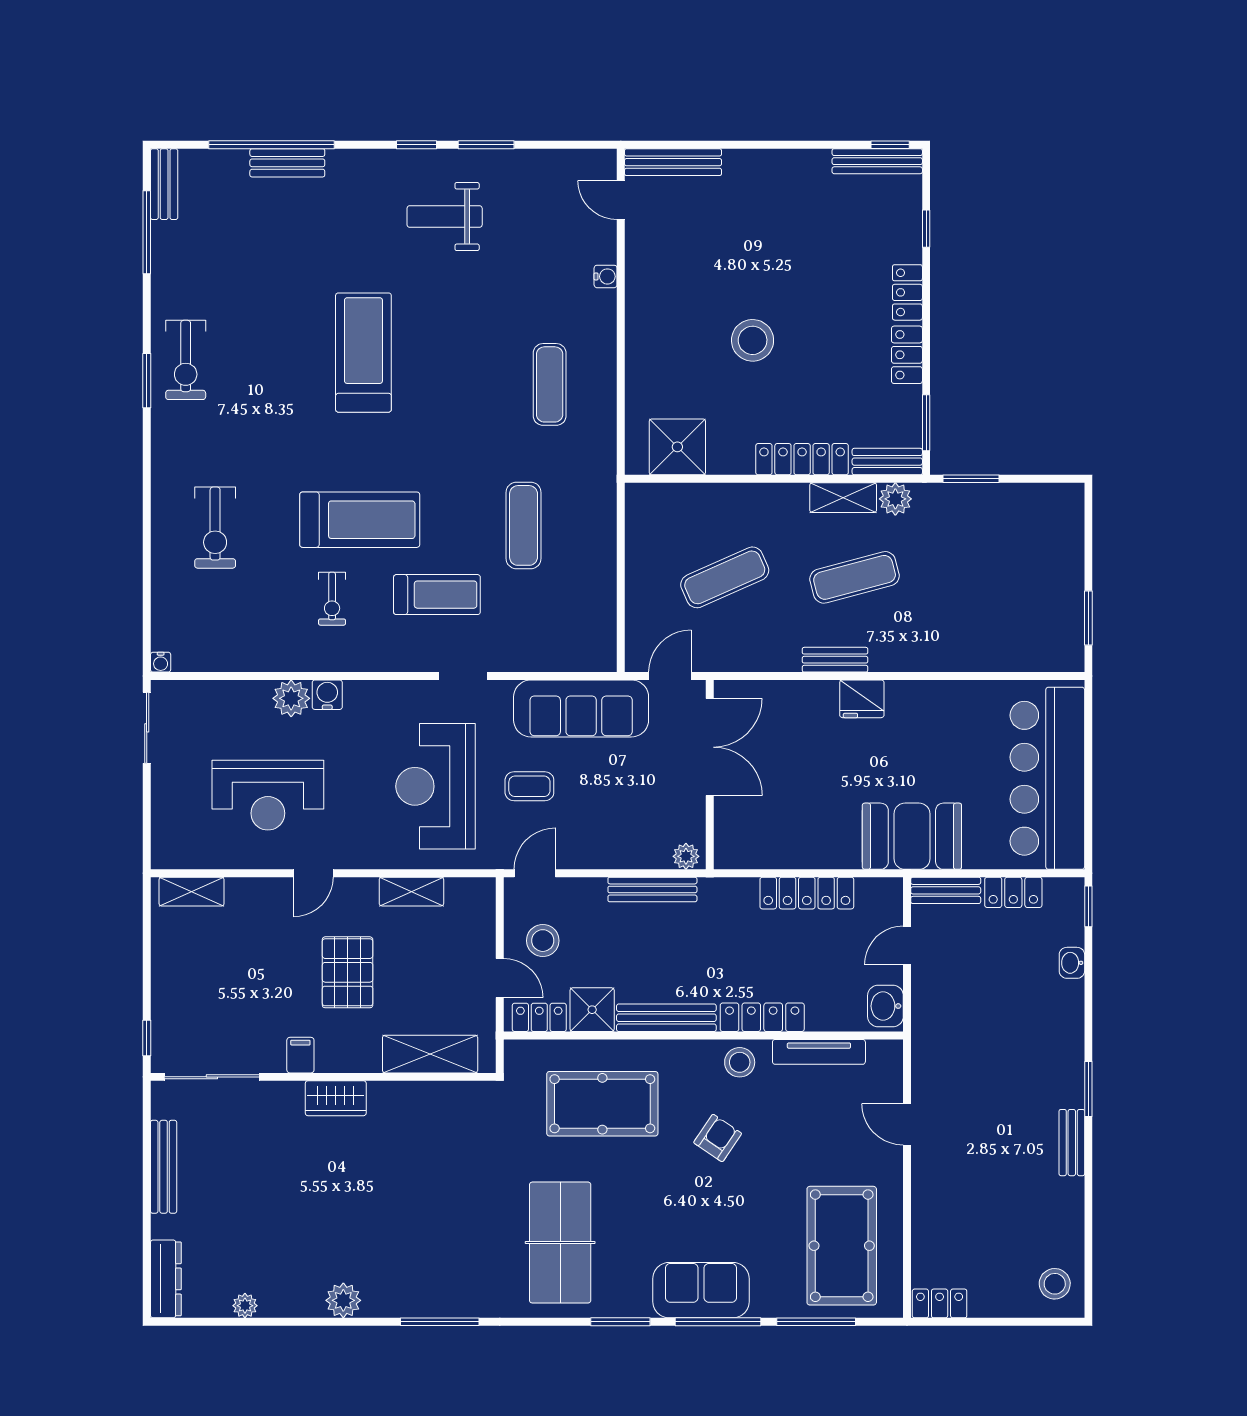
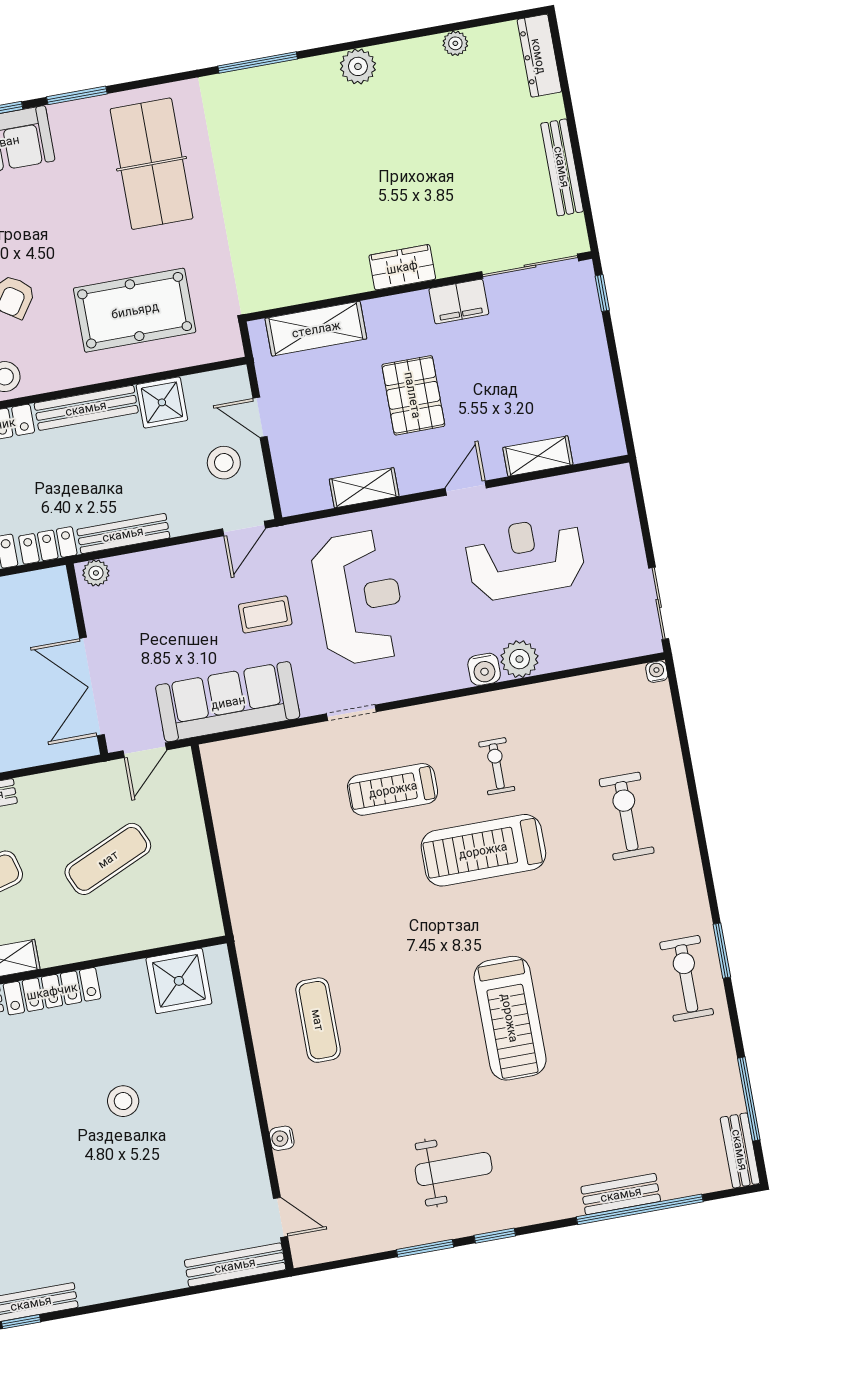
stool: (753, 340) -> (123, 1101), width x0.73, depth x0.73
exercise mat: (524, 525) -> (318, 874), removed
shelving: (192, 892) -> (538, 456), moved
locker: (539, 1017) -> (48, 545), moved, turned 180
filing cabinet: (300, 1055) -> (459, 302), width x2.00

